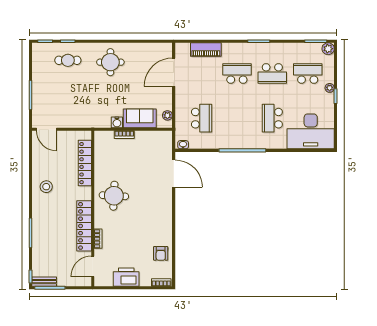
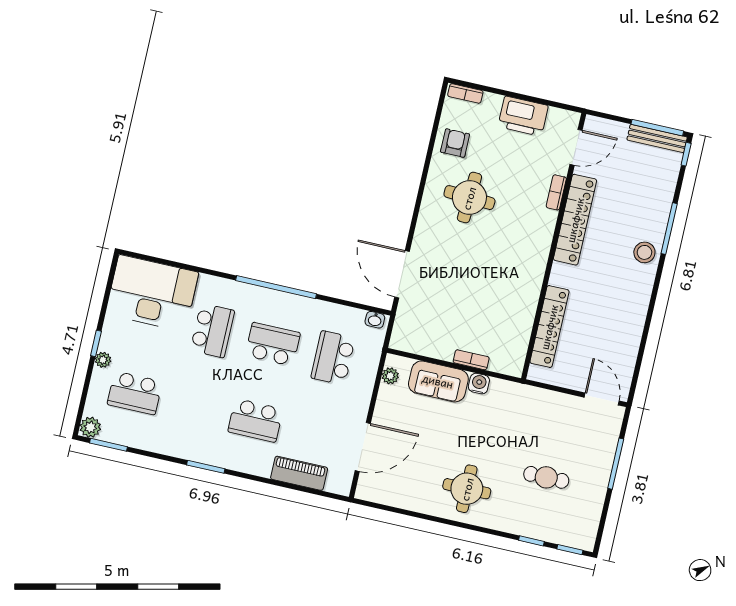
cafe table: (68, 60) -> (546, 477), moved
school desk: (272, 73) -> (273, 344), moved
stool: (46, 187) -> (644, 252), moved
round table: (114, 196) -> (469, 198), moved
bench: (44, 282) -> (657, 138), width x1.36

